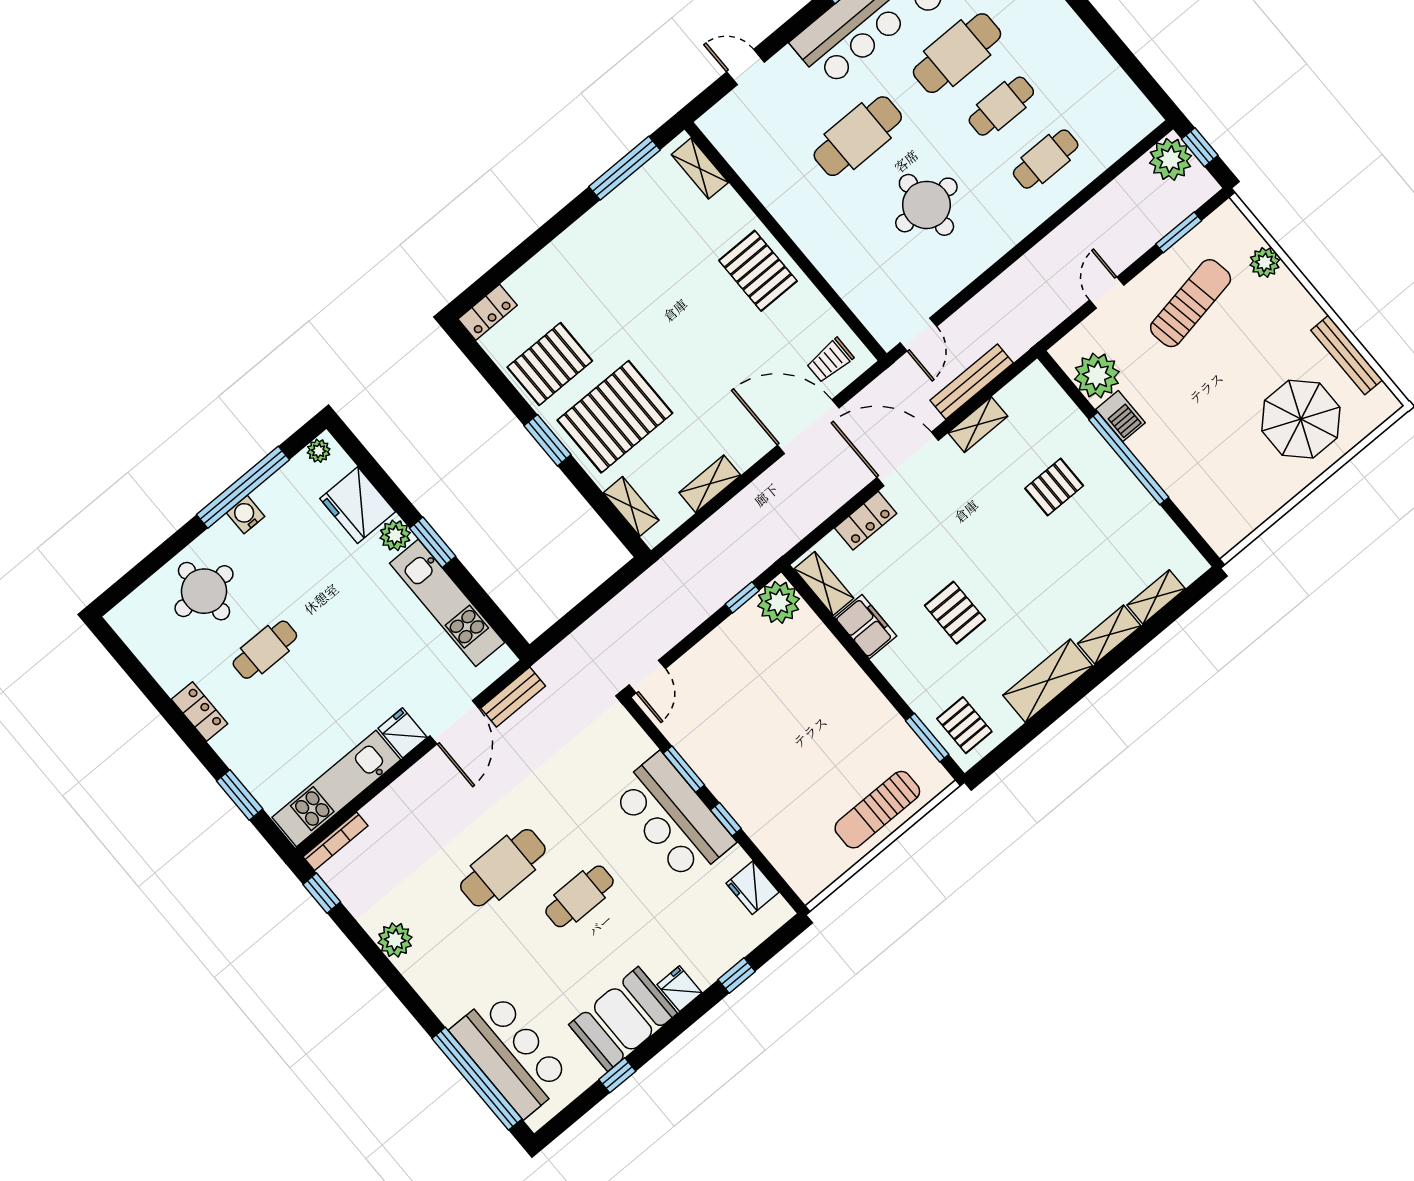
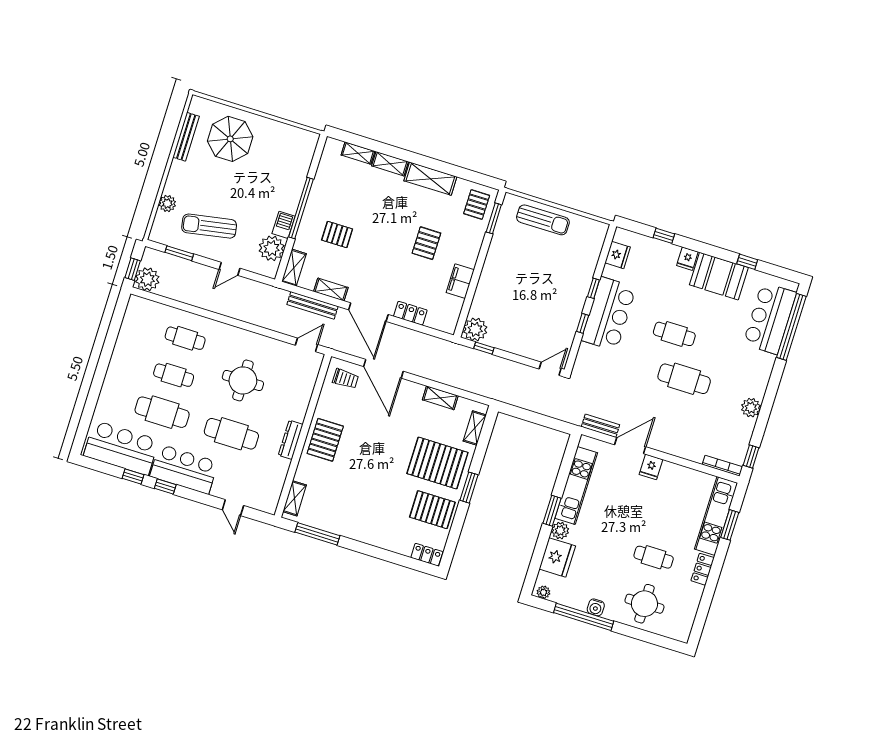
dresser: (791, 219) -> (291, 440), added
shelving: (824, 583) -> (294, 268), moved
window: (684, 769) -> (583, 323), width x0.67
kitchen unit: (336, 788) -> (716, 516), moved, turned 90

